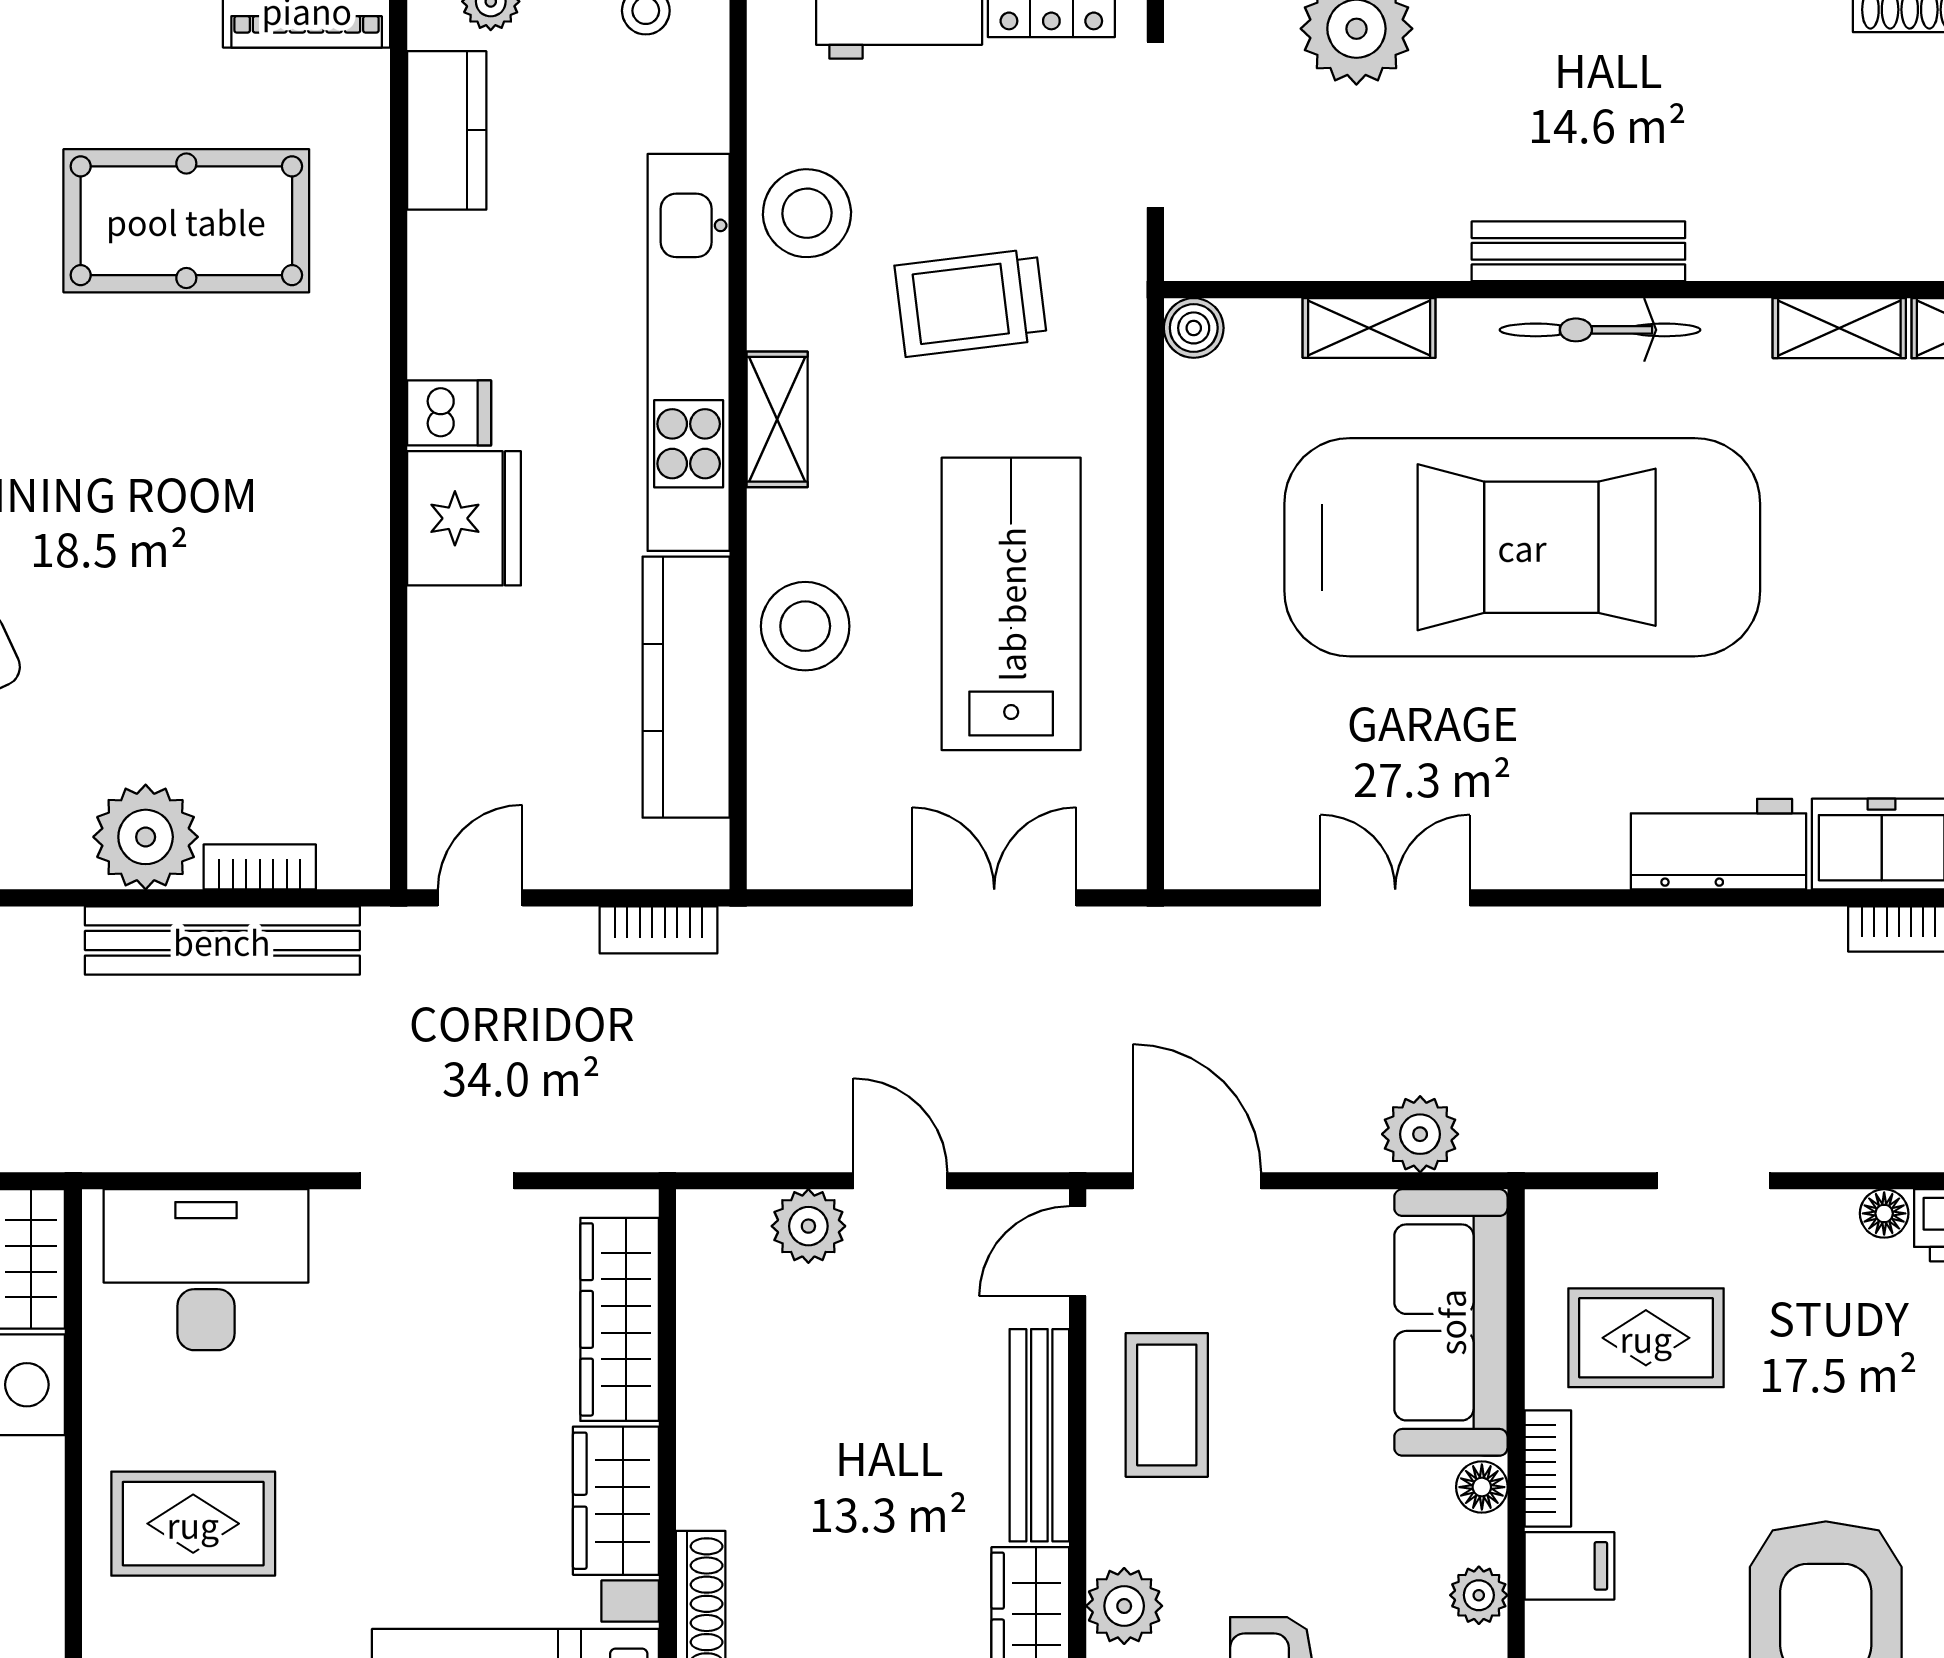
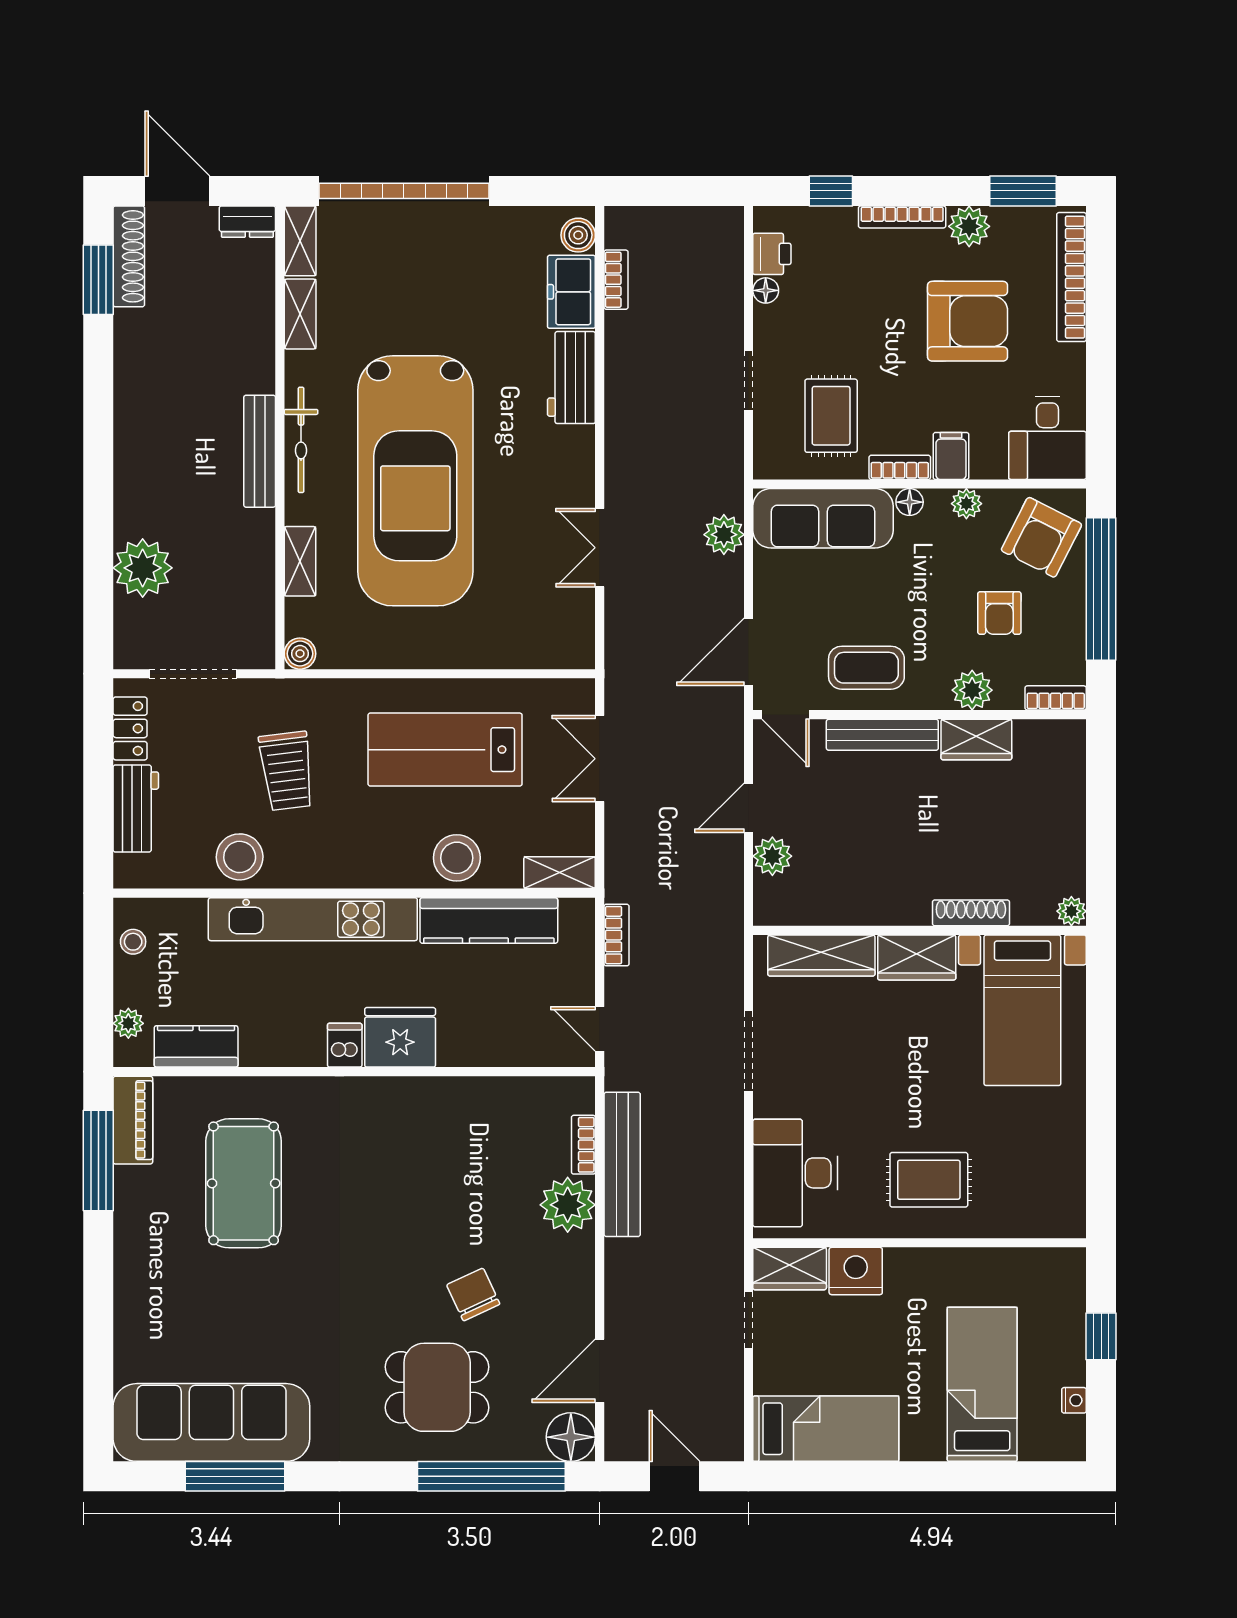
shelving: (777, 419) -> (560, 873), moved
car: (1522, 547) -> (415, 481), turned 180
rug: (193, 1524) -> (929, 1180), turned 90

